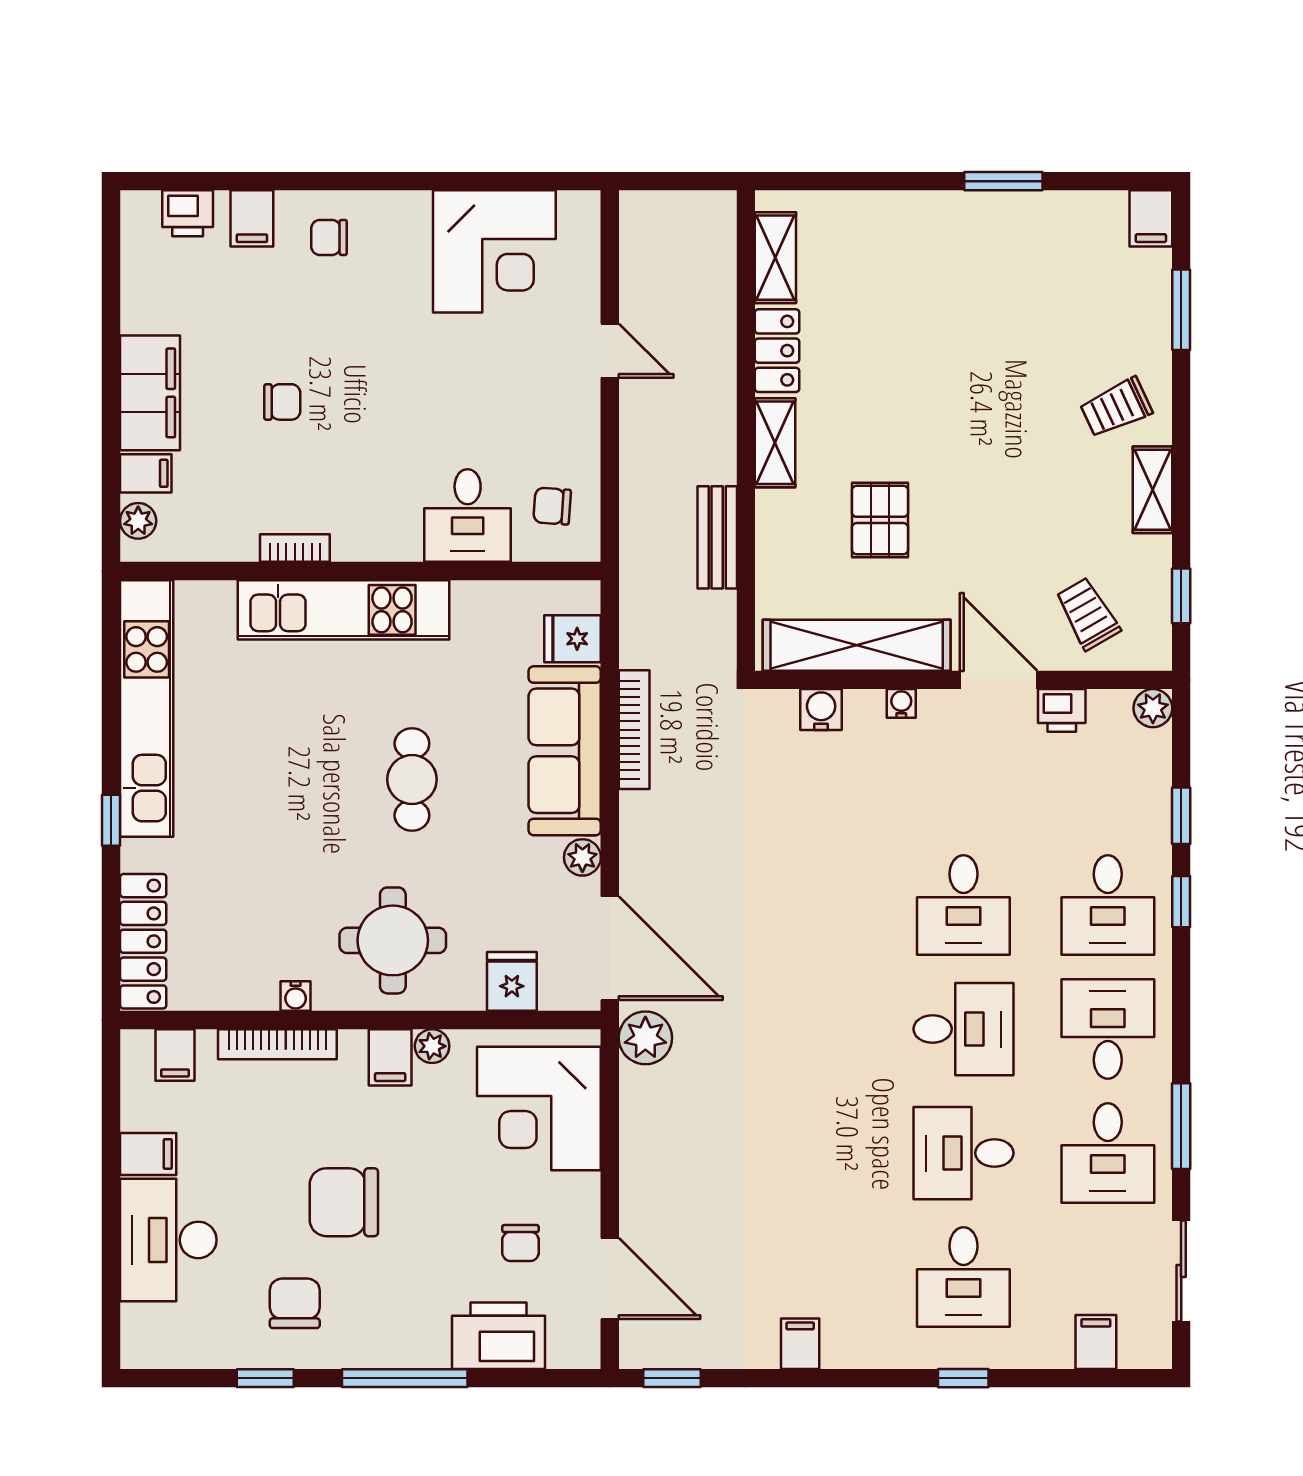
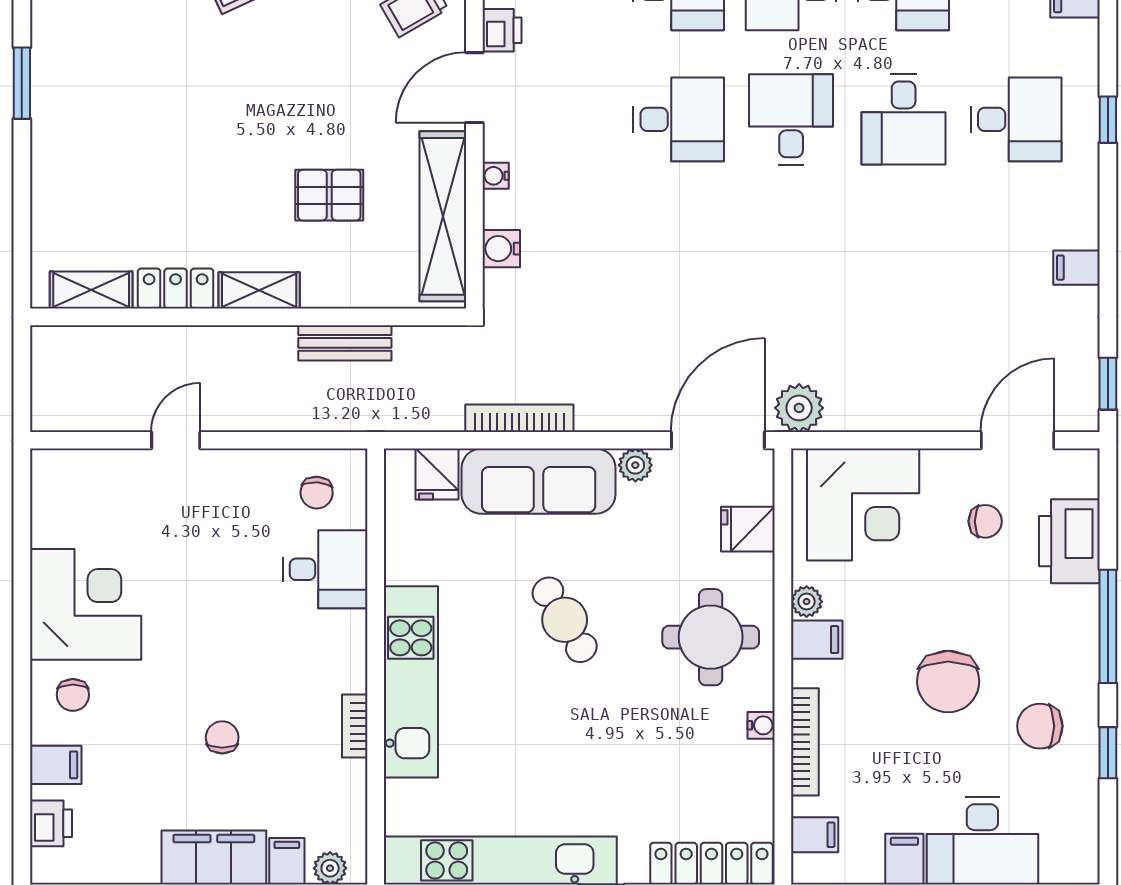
corner desk: (494, 251) -> (86, 604), moved
cafe table: (412, 779) -> (565, 620), turned 59

